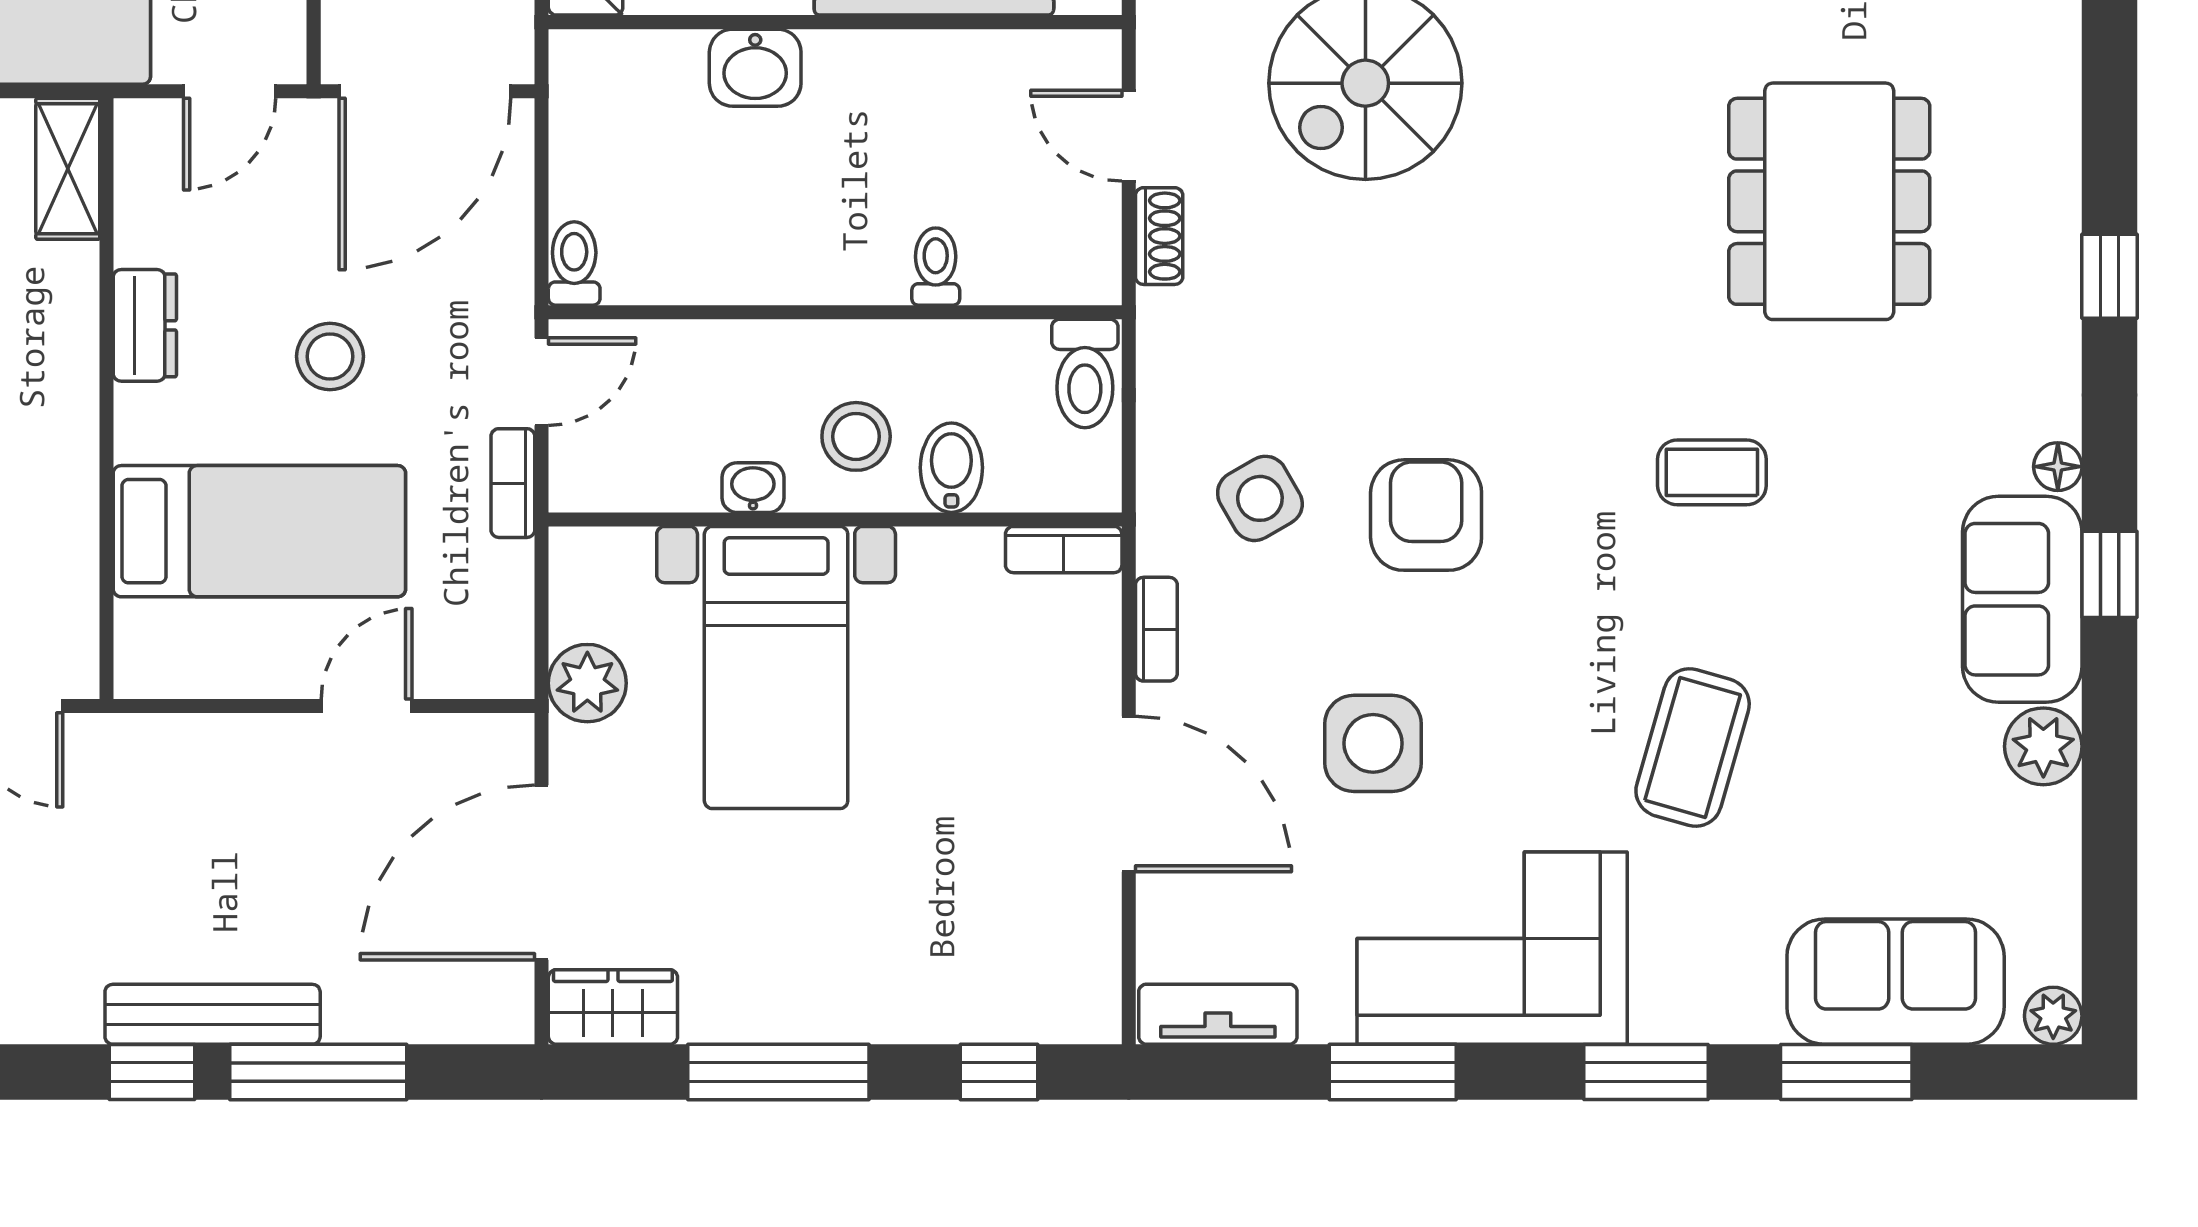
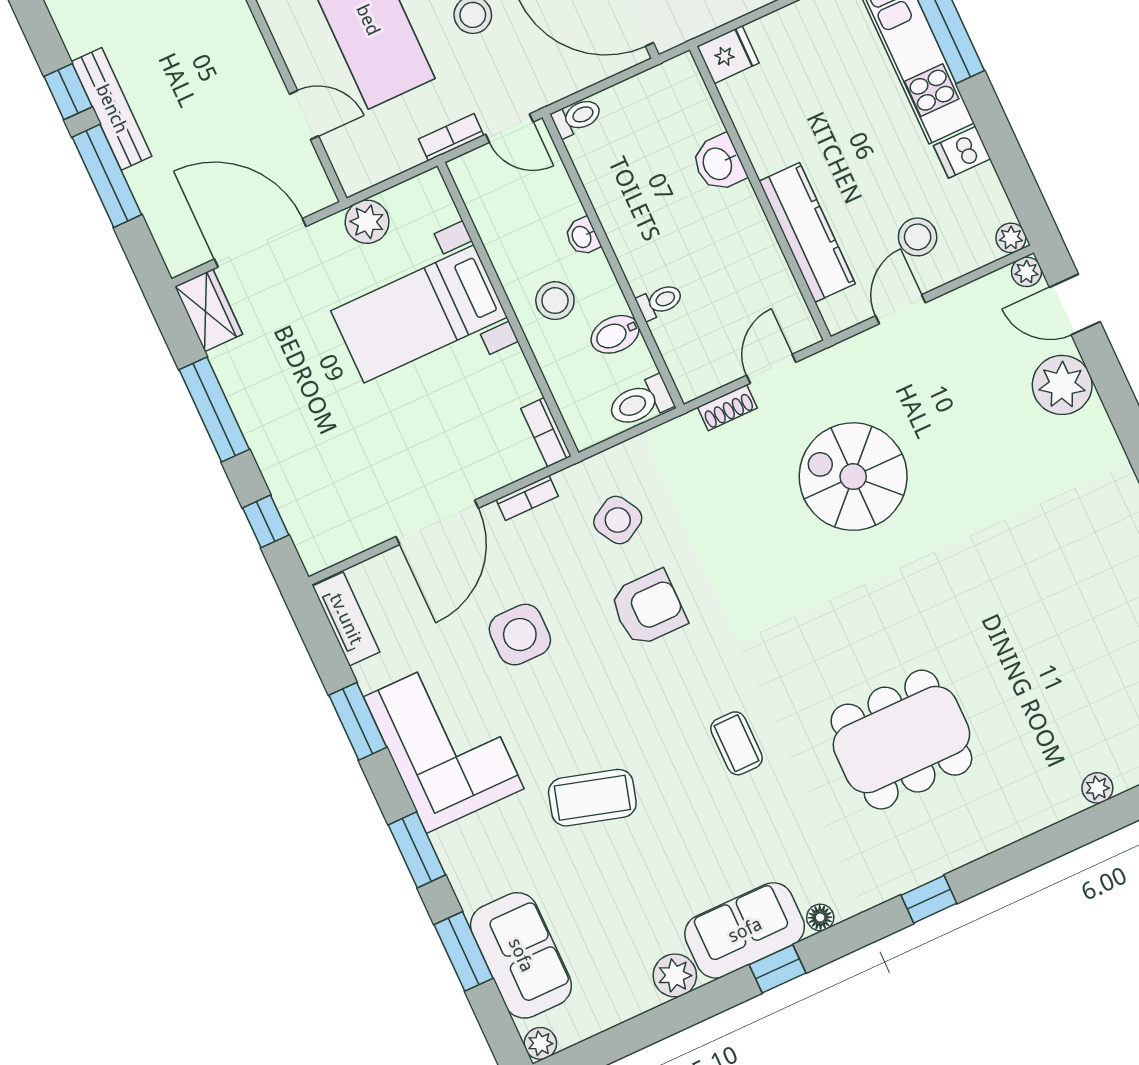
bidet: (951, 468) -> (615, 334), moved, turned 180
washbasin: (753, 488) -> (582, 237), moved, turned 180

